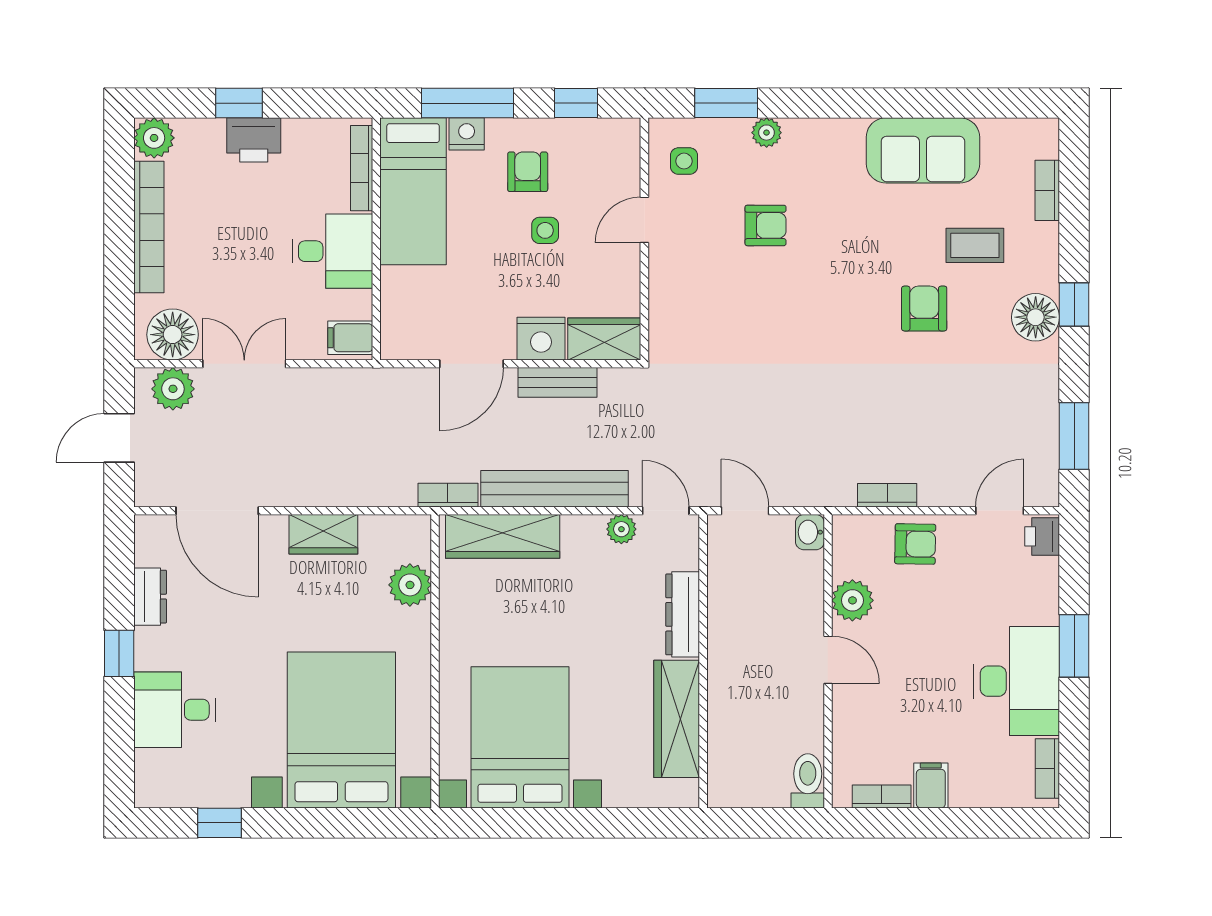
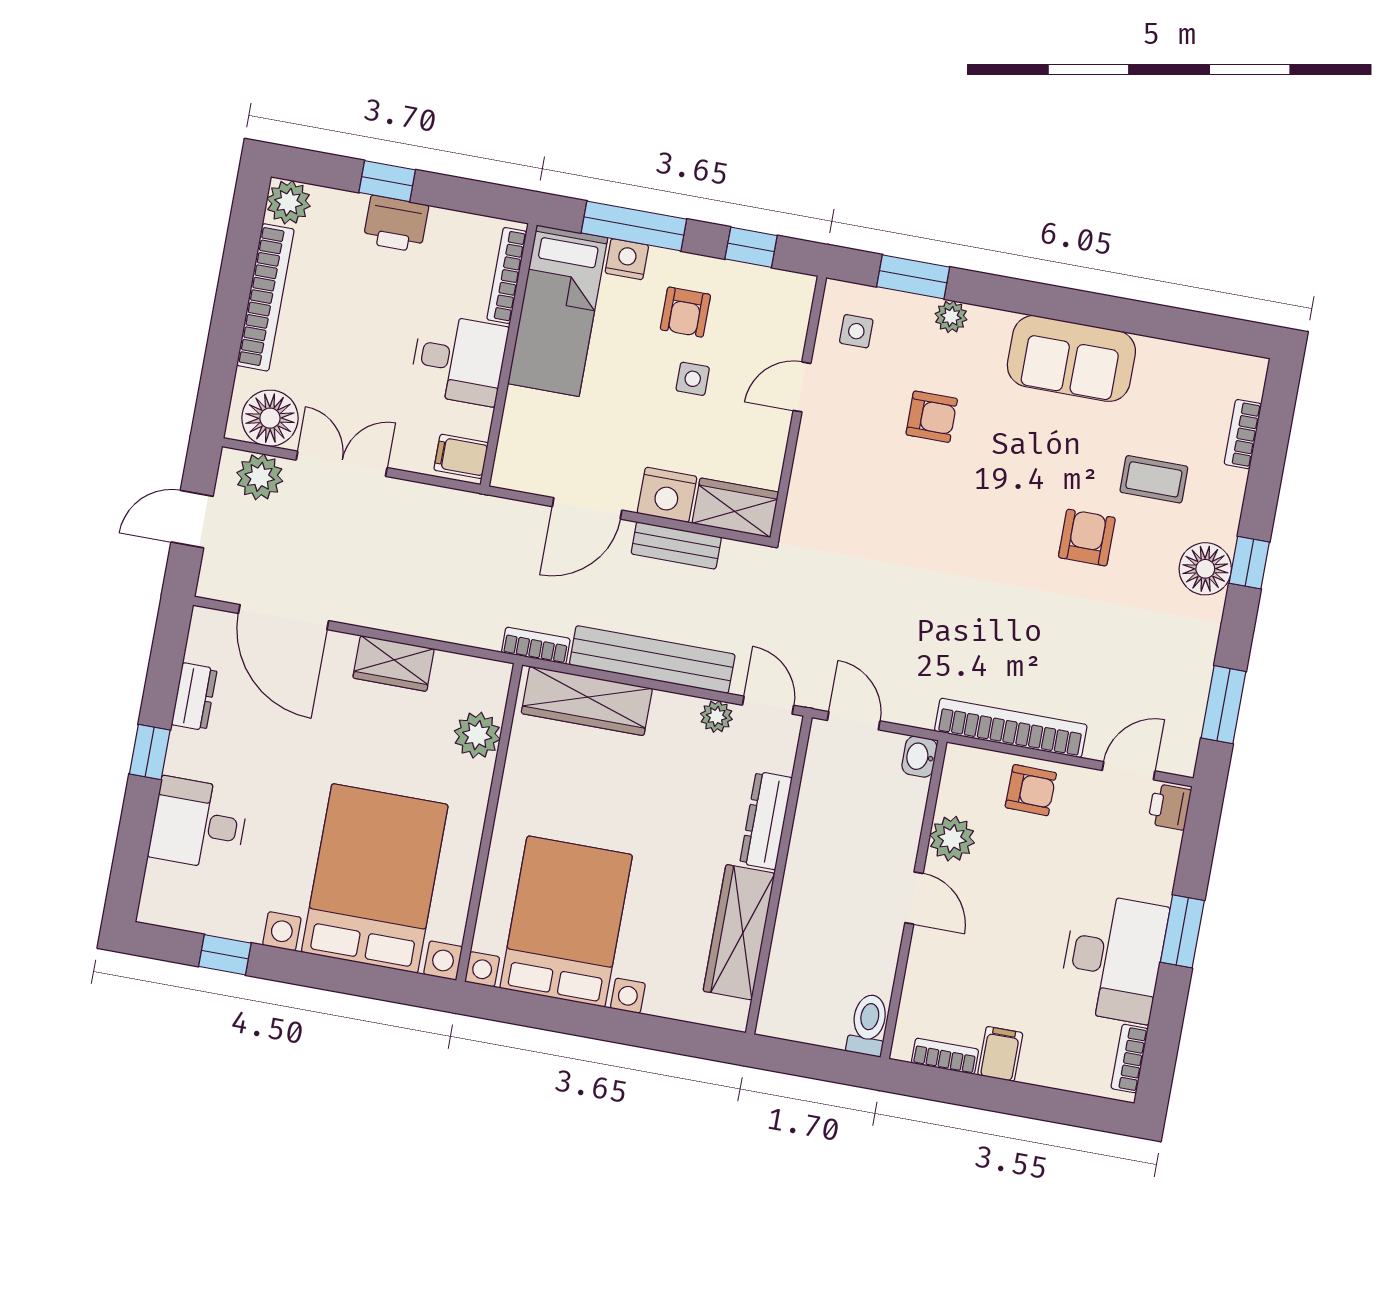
sofa: (923, 150) -> (1071, 358), moved
armchair: (528, 172) -> (685, 312), turned 180
bookcase: (887, 495) -> (1011, 728), width x2.31, depth x1.31

